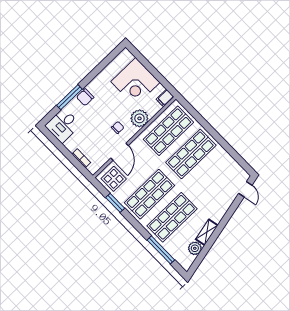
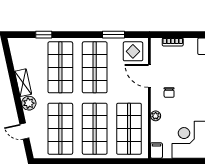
plant: (139, 118) -> (156, 116), width x0.53, depth x0.53
shop shelf: (213, 177) -> (60, 129), added
door: (245, 189) -> (24, 131), moved
plant: (195, 248) -> (29, 103), moved
window: (161, 250) -> (44, 35), width x0.46

